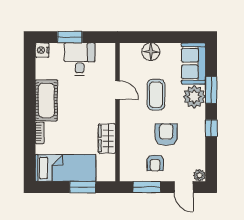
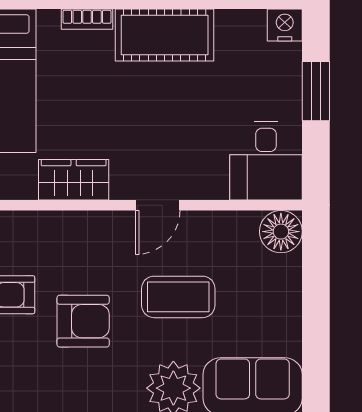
floor lamp: (151, 52) -> (281, 232), moved
desk: (80, 59) -> (266, 161), moved, turned 90
door: (118, 90) -> (158, 205), moved

